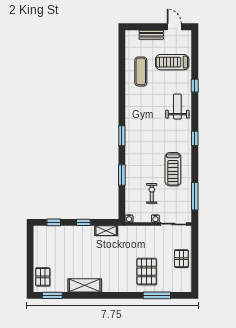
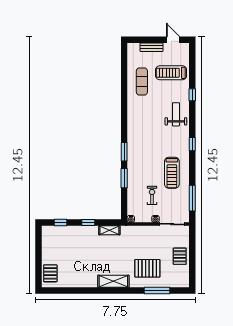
window: (122, 136) -> (124, 152), moved
pallet: (147, 272) -> (147, 268), turned 90
shelving: (85, 285) -> (113, 281), moved
window: (52, 295) -> (59, 291), removed

